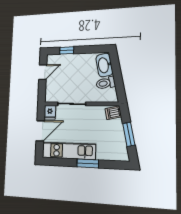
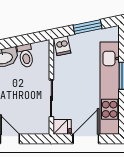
door: (40, 131) -> (86, 139), hinge flipped
kitchen unit: (69, 151) -> (110, 88), width x1.36

